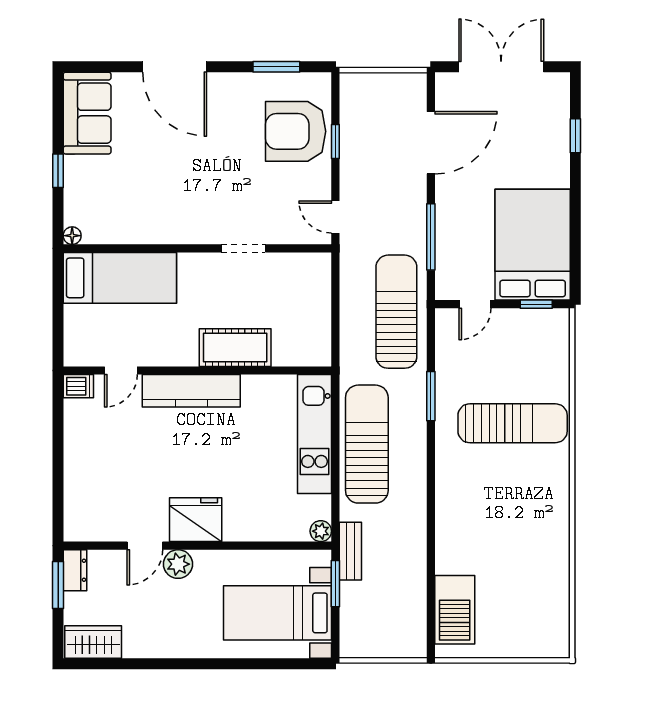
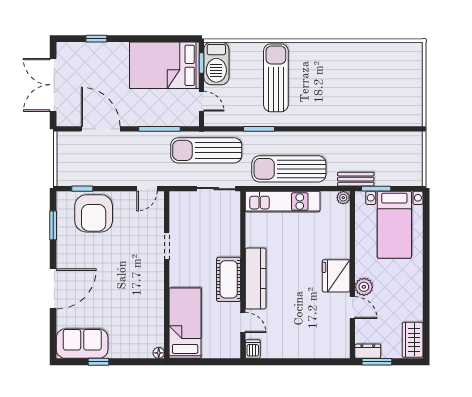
window: (335, 141) -> (82, 189), moved
window: (58, 171) -> (99, 362), moved
sliding door: (335, 328) -> (216, 189), added
cot: (235, 348) -> (229, 279), moved
barbecue: (455, 610) -> (216, 63), moved, turned 90

